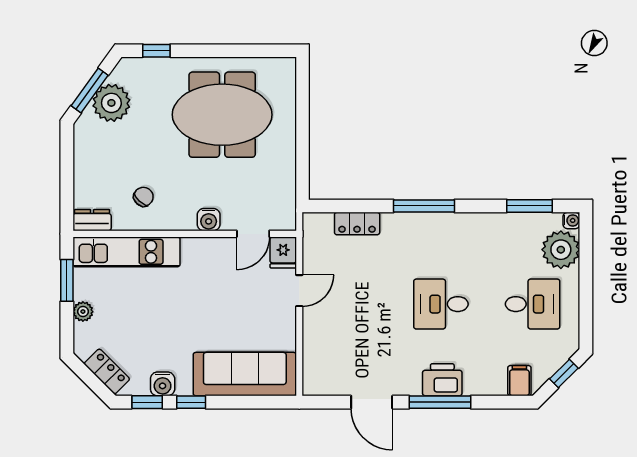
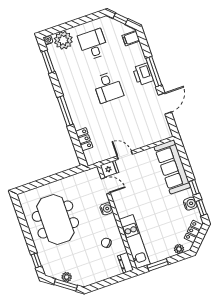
plant: (111, 103) -> (67, 277), width x0.53, depth x0.53
plant: (83, 312) -> (179, 249), moved

